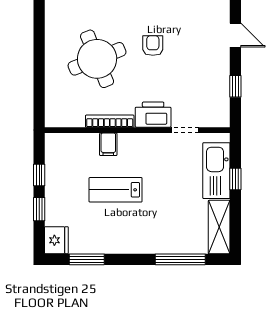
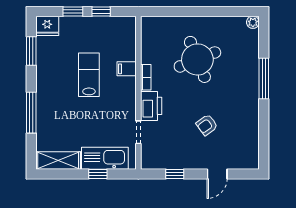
armchair: (153, 46) -> (207, 125), moved, turned 144
bookcase: (110, 121) -> (146, 77), width x0.64
window: (180, 259) -> (31, 113), moved

